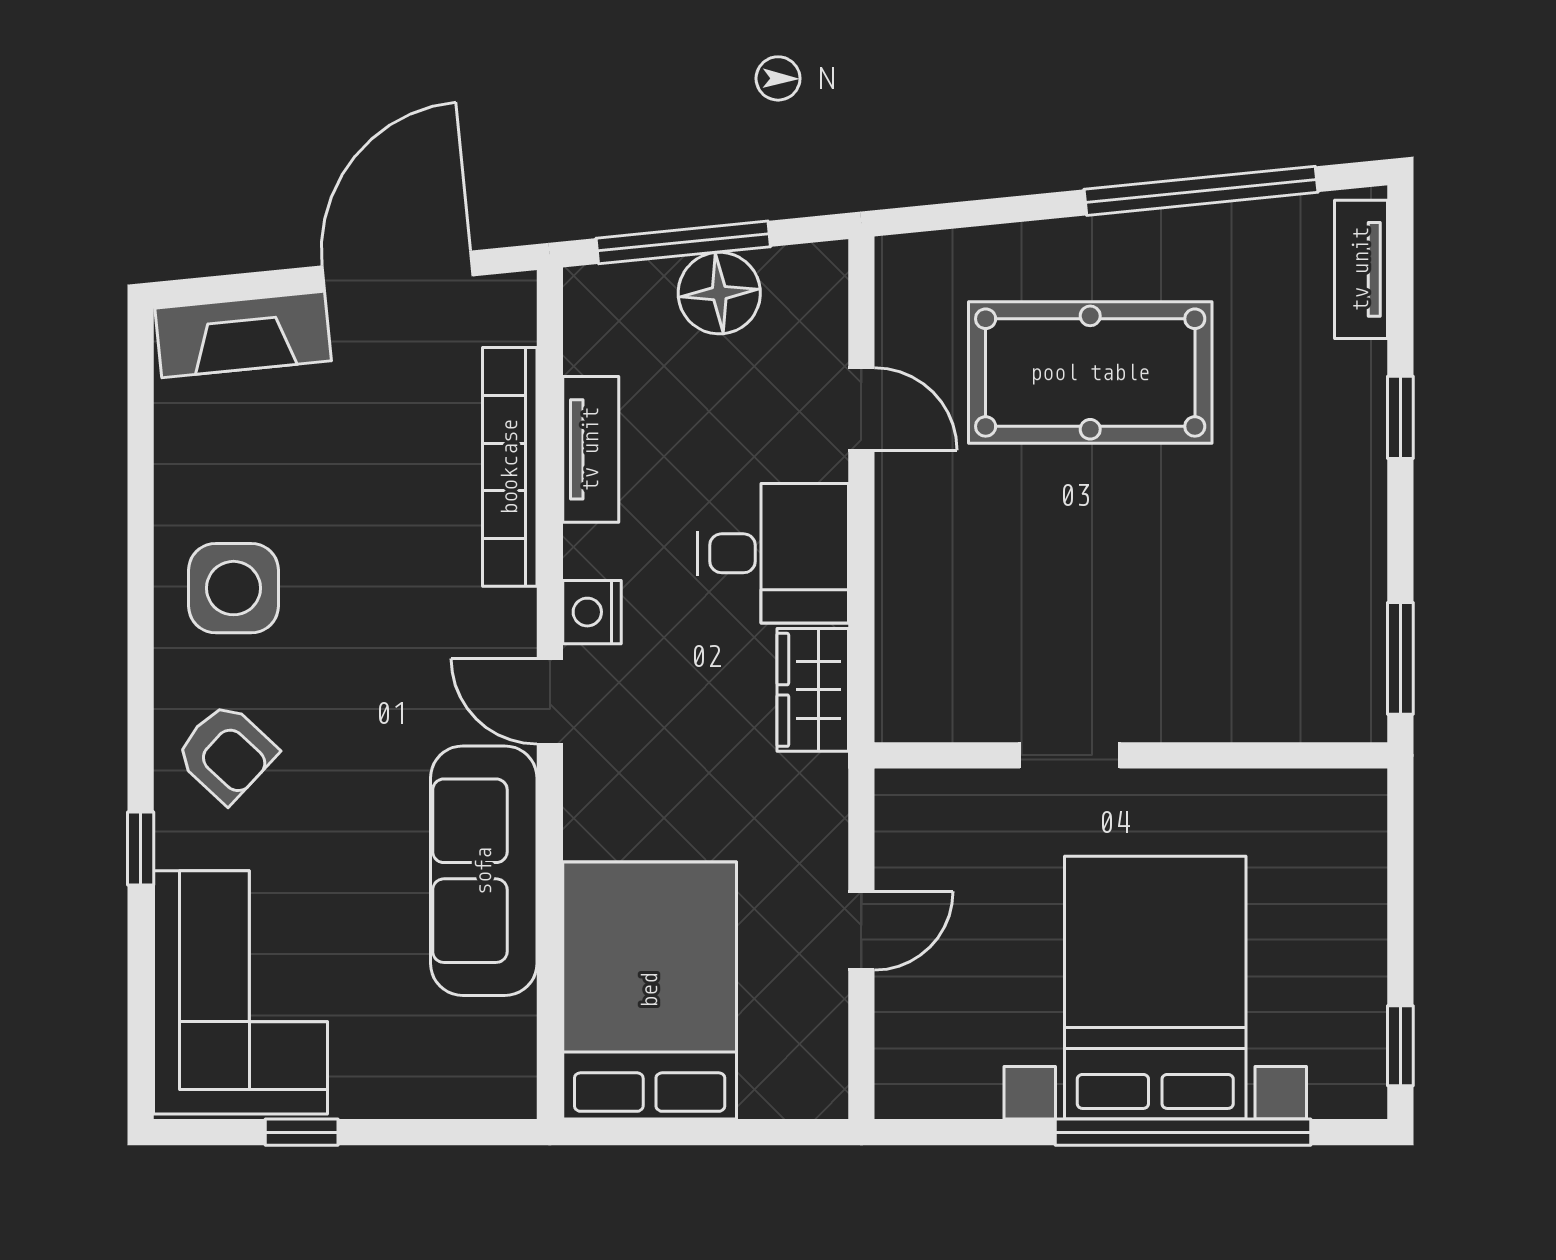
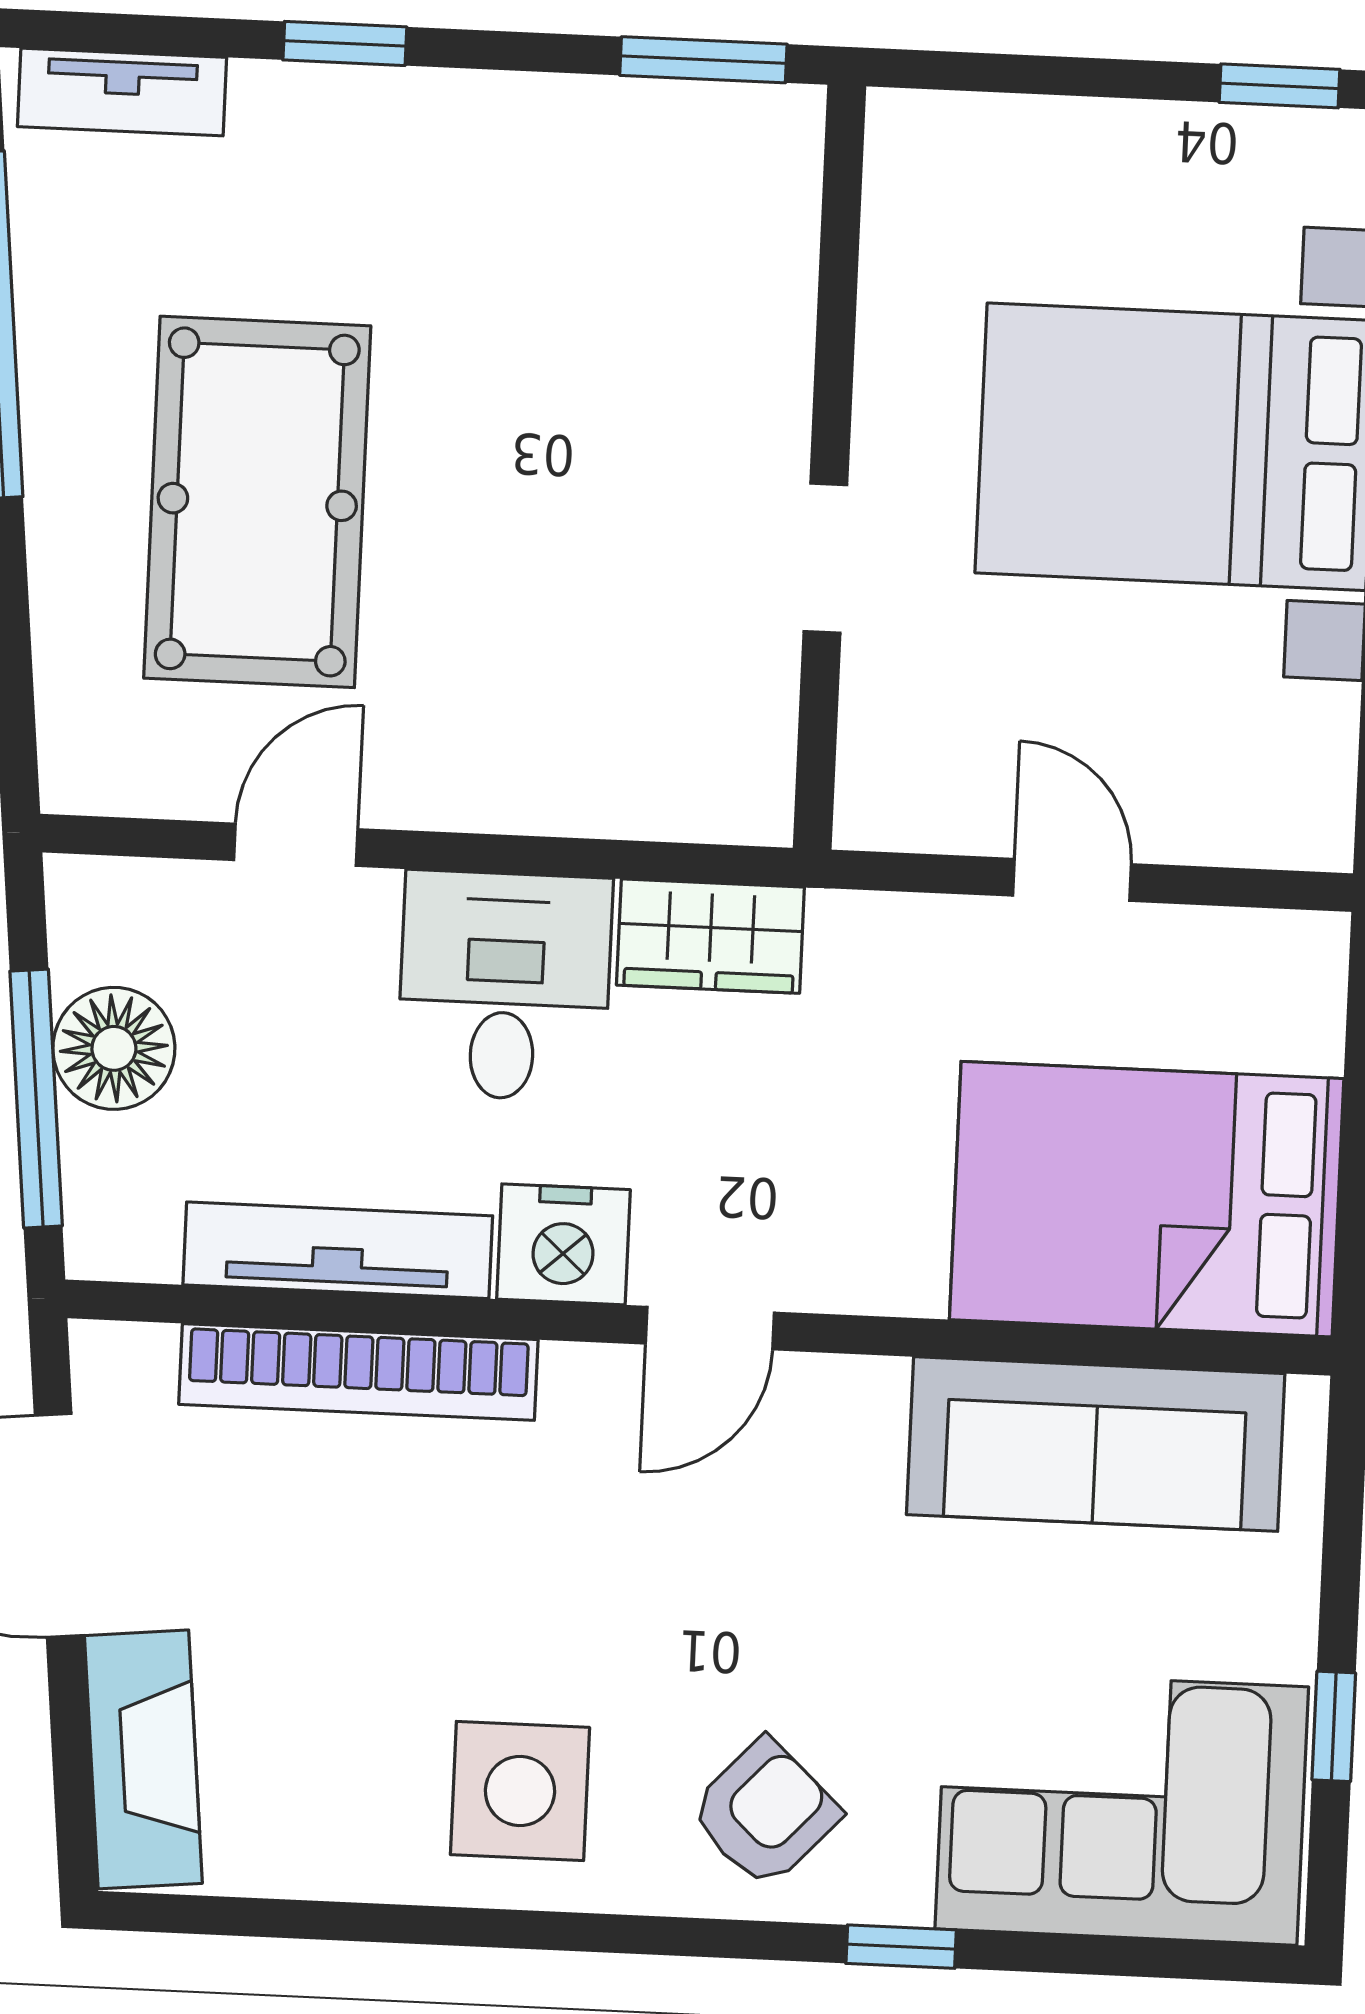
tv unit: (591, 449) -> (338, 1250), width x1.41
nightstand: (592, 612) -> (563, 1244), width x1.36, depth x1.33
sofa: (484, 871) -> (1096, 1444), moved

